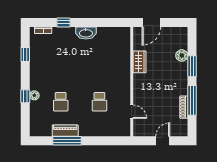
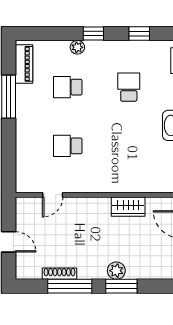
plant: (182, 55) -> (116, 271), moved
school desk: (61, 61) -> (129, 87), added
window: (25, 96) -> (93, 34), moved
piano: (65, 131) -> (24, 64), moved

